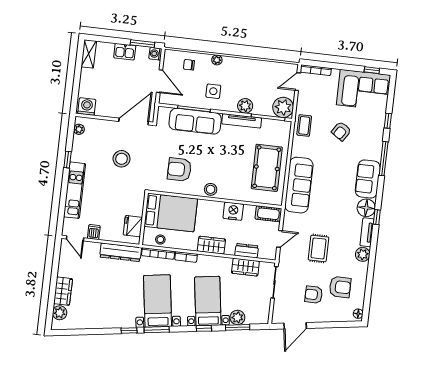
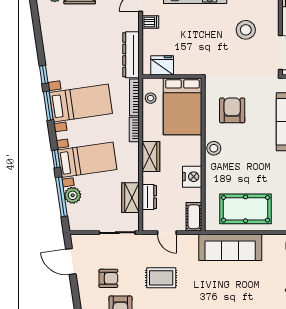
stool: (122, 159) -> (246, 30), moved
armchair: (314, 295) -> (108, 278), turned 90
window: (238, 327) -> (61, 197), width x1.44

